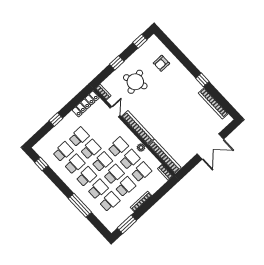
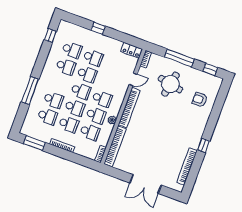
window: (117, 63) -> (179, 58), width x2.17
round table: (135, 82) -> (170, 84), turned 32
locker: (86, 104) -> (132, 50), width x0.66
school desk: (86, 177) -> (60, 83), removed

